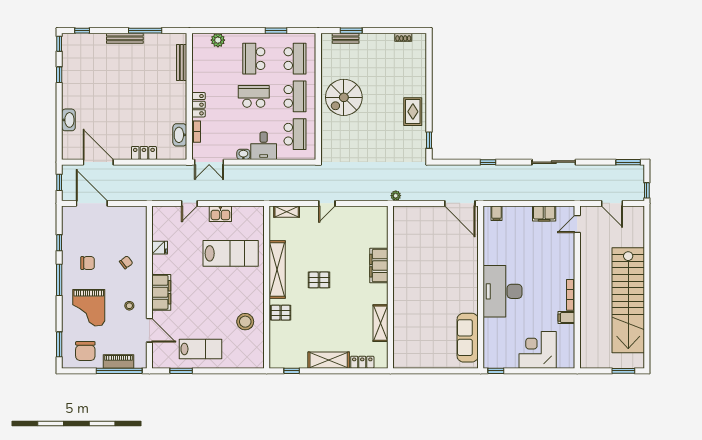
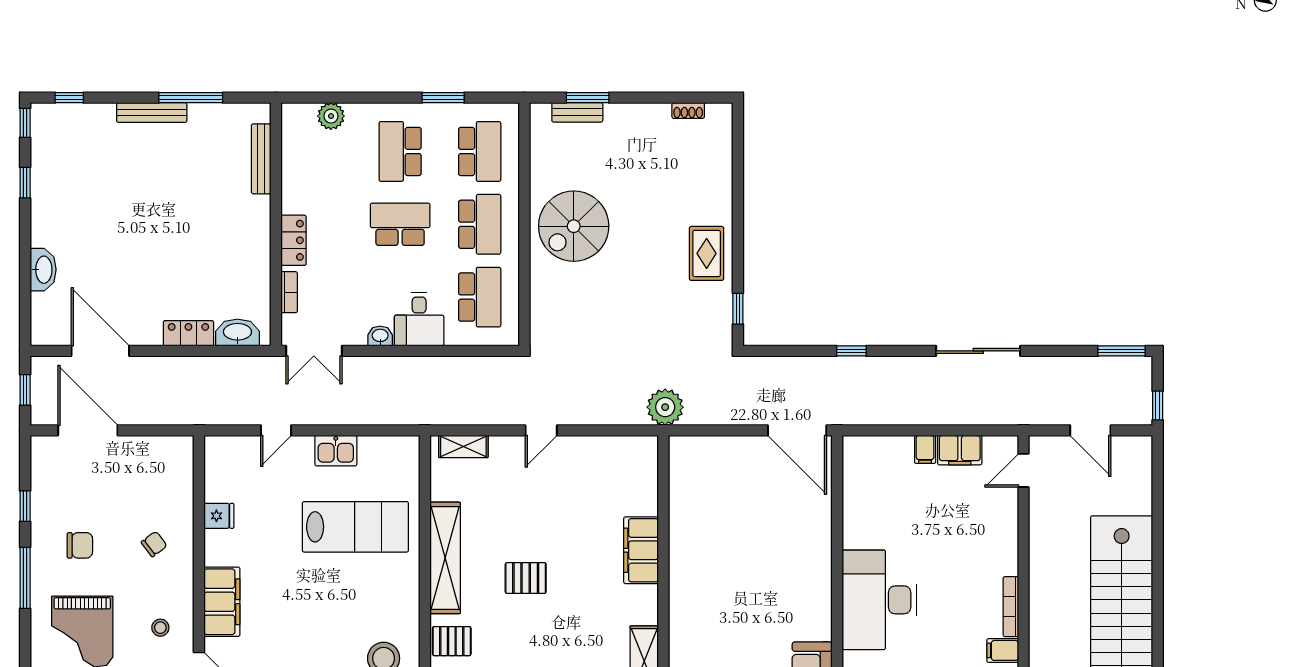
washbasin: (180, 135) -> (237, 333), moved, turned 90
plant: (396, 196) -> (665, 407), width x1.87, depth x1.87
filing cabinet: (496, 213) -> (925, 449), moved

